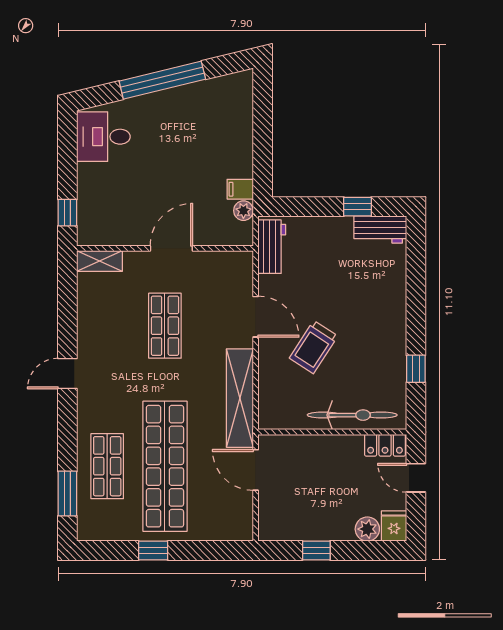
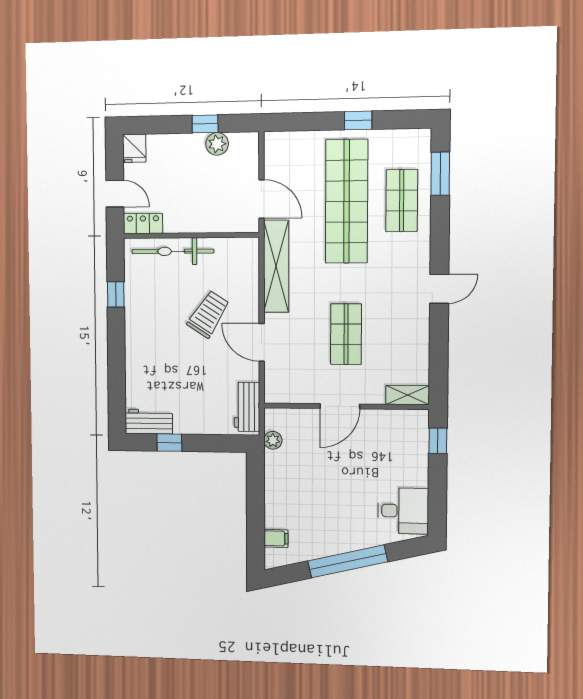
filing cabinet: (240, 189) -> (276, 538), moved
plant: (367, 529) -> (217, 144), moved

